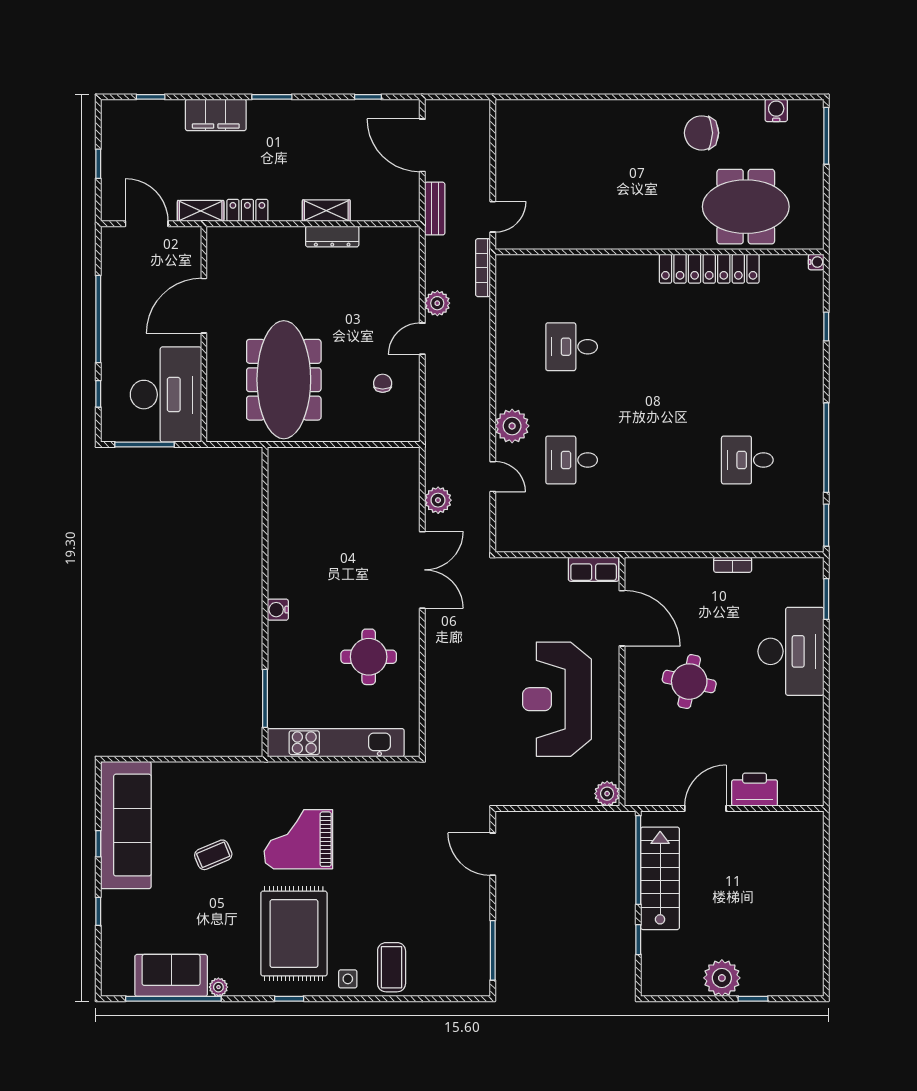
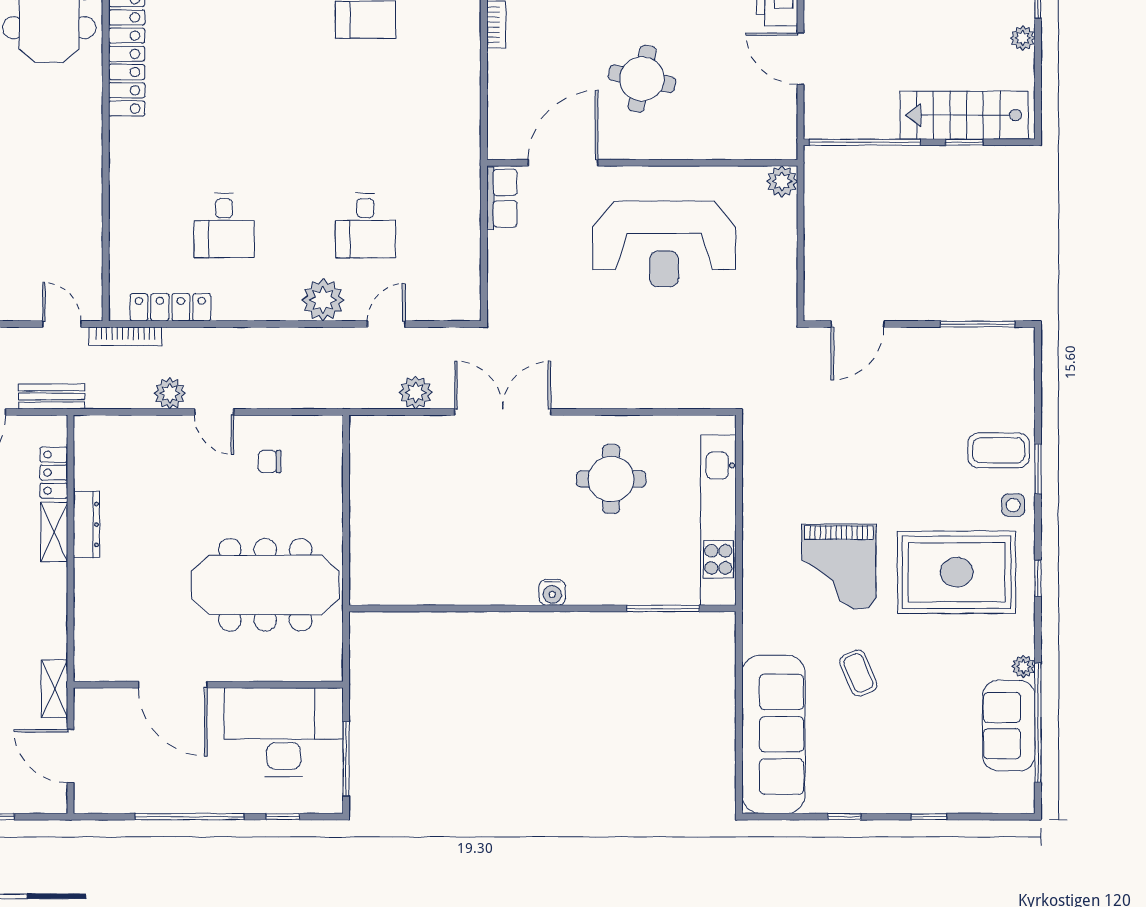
locker: (247, 210) -> (54, 473), moved
door: (147, 224) -> (70, 756), hinge flipped
locker: (506, 304) -> (170, 307), added
sofa: (126, 825) -> (773, 734), moved, turned 90
stairs: (660, 878) -> (964, 115), moved
plant: (722, 978) -> (1023, 38), width x0.53, depth x0.53
window: (377, 999) -> (1038, 469), added

